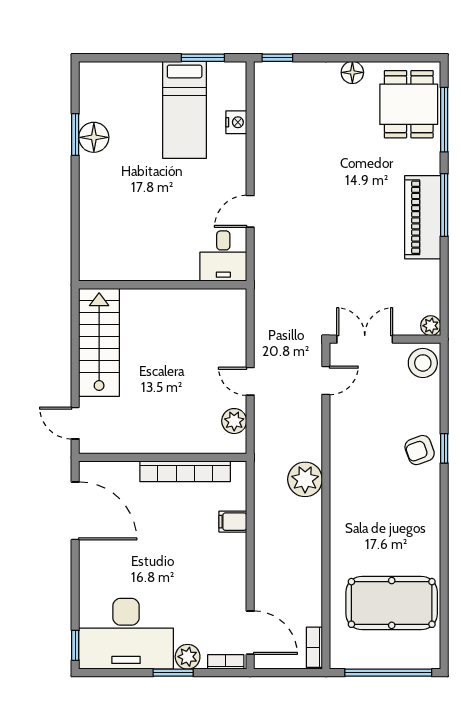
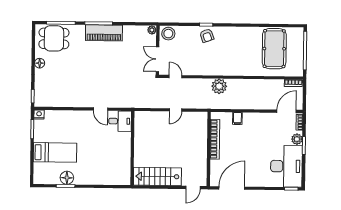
bed: (185, 110) -> (55, 152), moved
nightstand: (236, 122) -> (39, 114), moved
plant: (234, 421) -> (193, 117), removed

